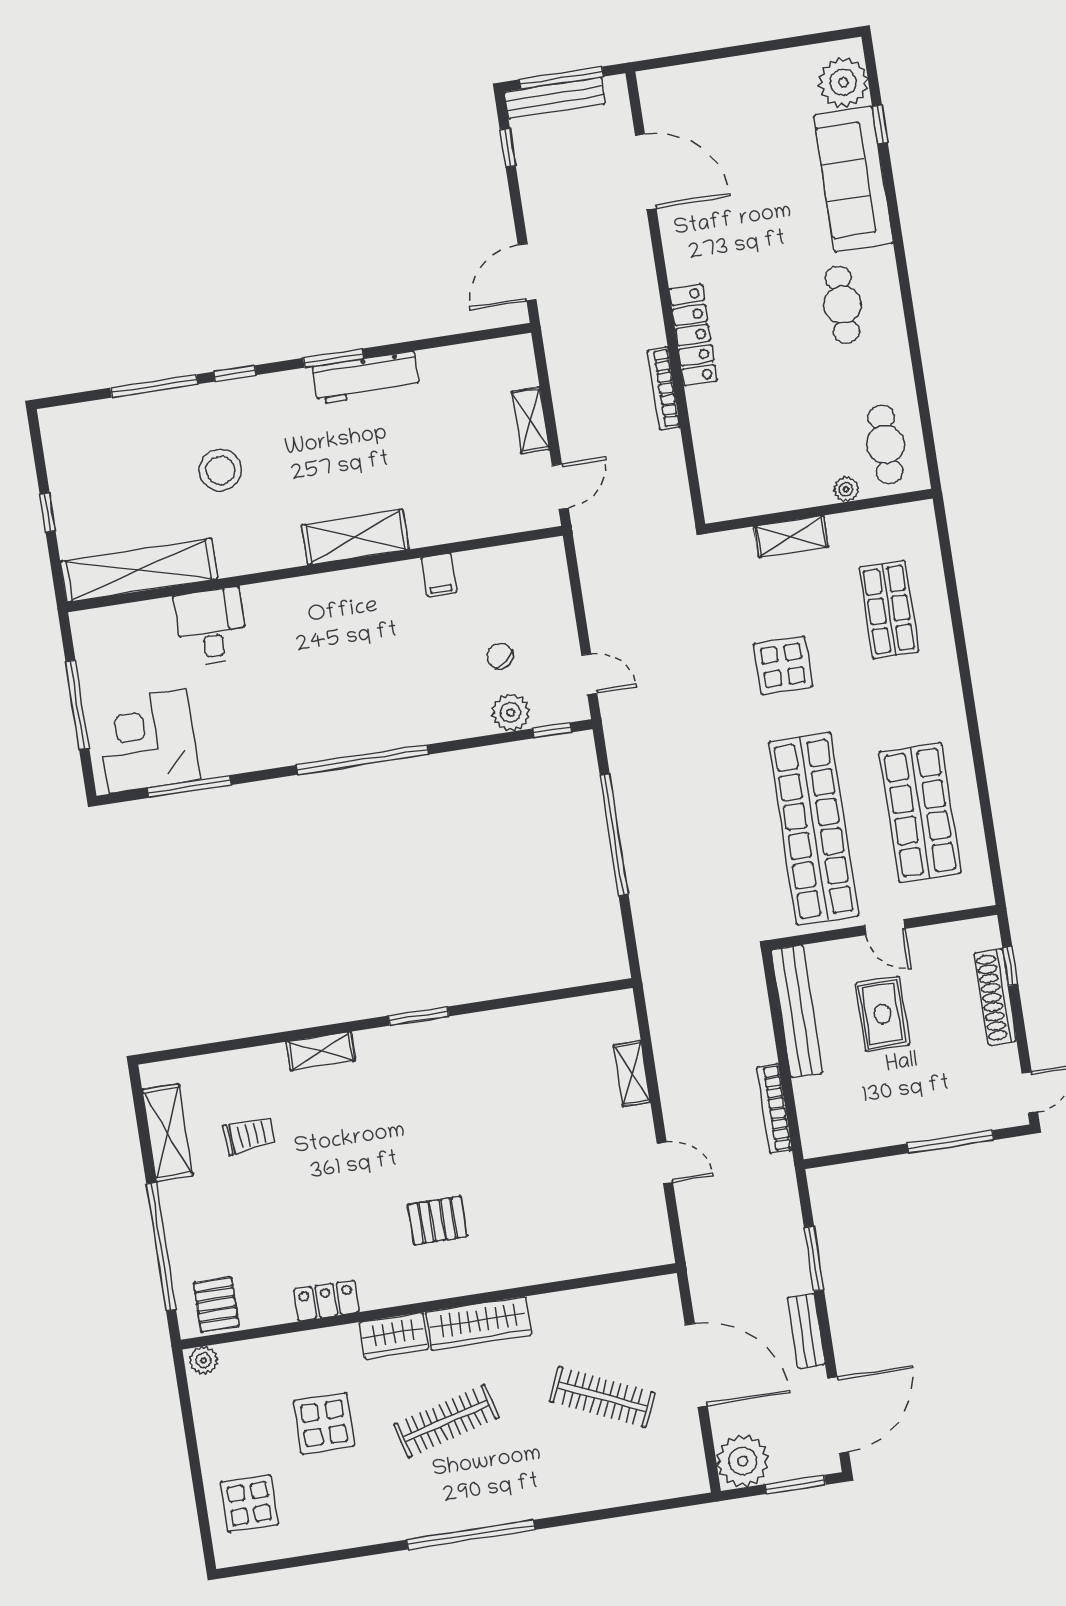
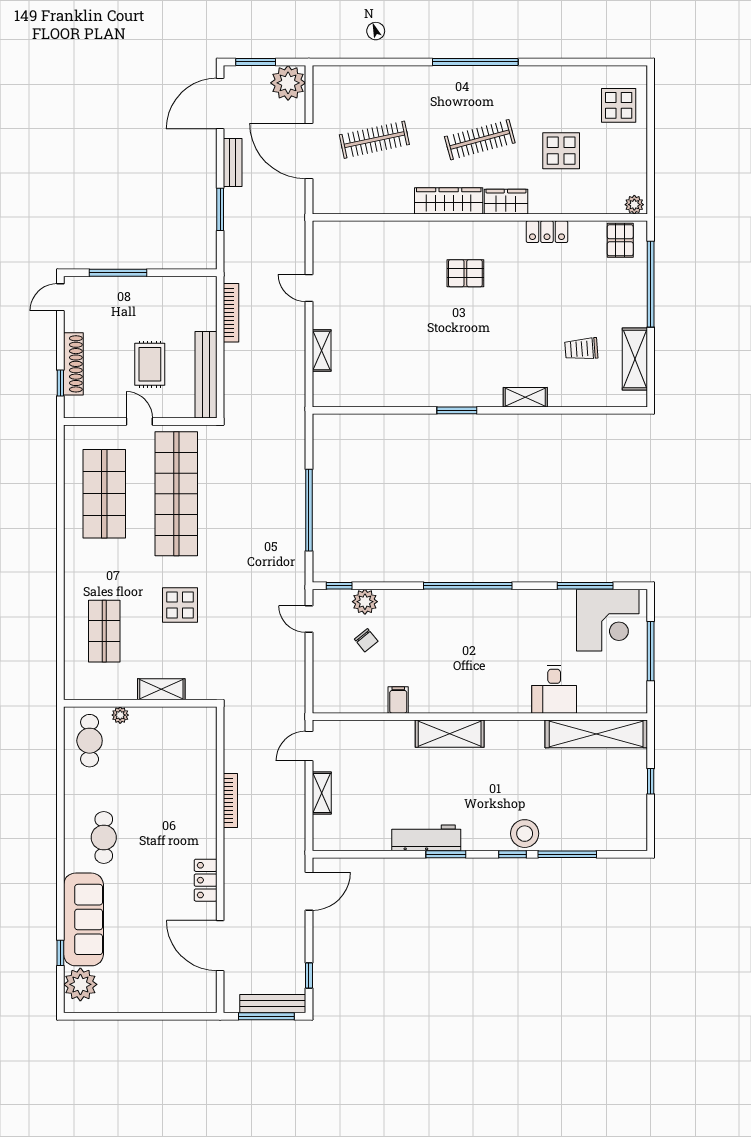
locker: (693, 335) -> (206, 880), moved, width x0.66
stool: (220, 470) -> (525, 834), moved
clothes rail: (602, 1397) -> (374, 140), turned -36

